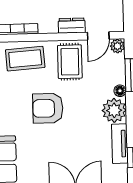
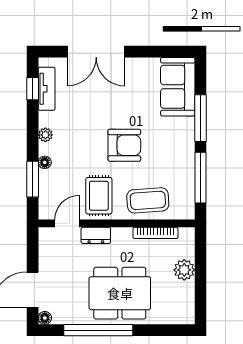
plant: (117, 46) -> (46, 212), removed
plant: (114, 110) -> (45, 135), width x0.53, depth x0.53
tv unit: (120, 144) -> (47, 89), moved

